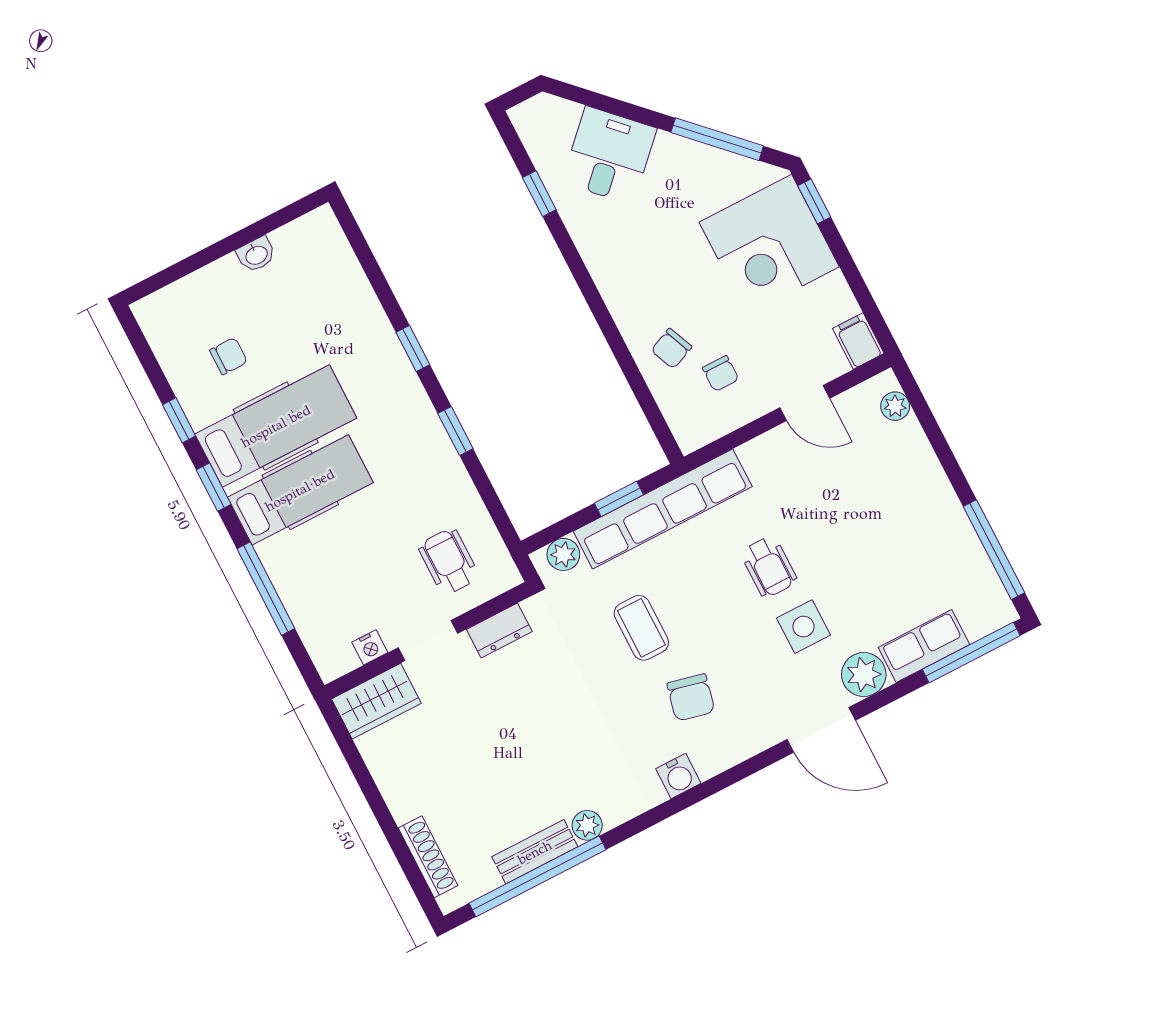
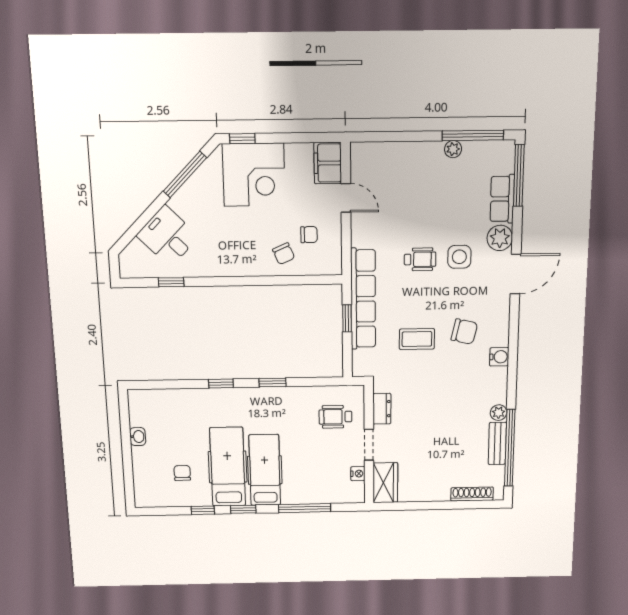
filing cabinet: (858, 341) -> (328, 163), width x2.00
door: (805, 403) -> (346, 198), hinge flipped
plant: (895, 406) -> (453, 149), moved
plant: (563, 554) -> (361, 360), removed

